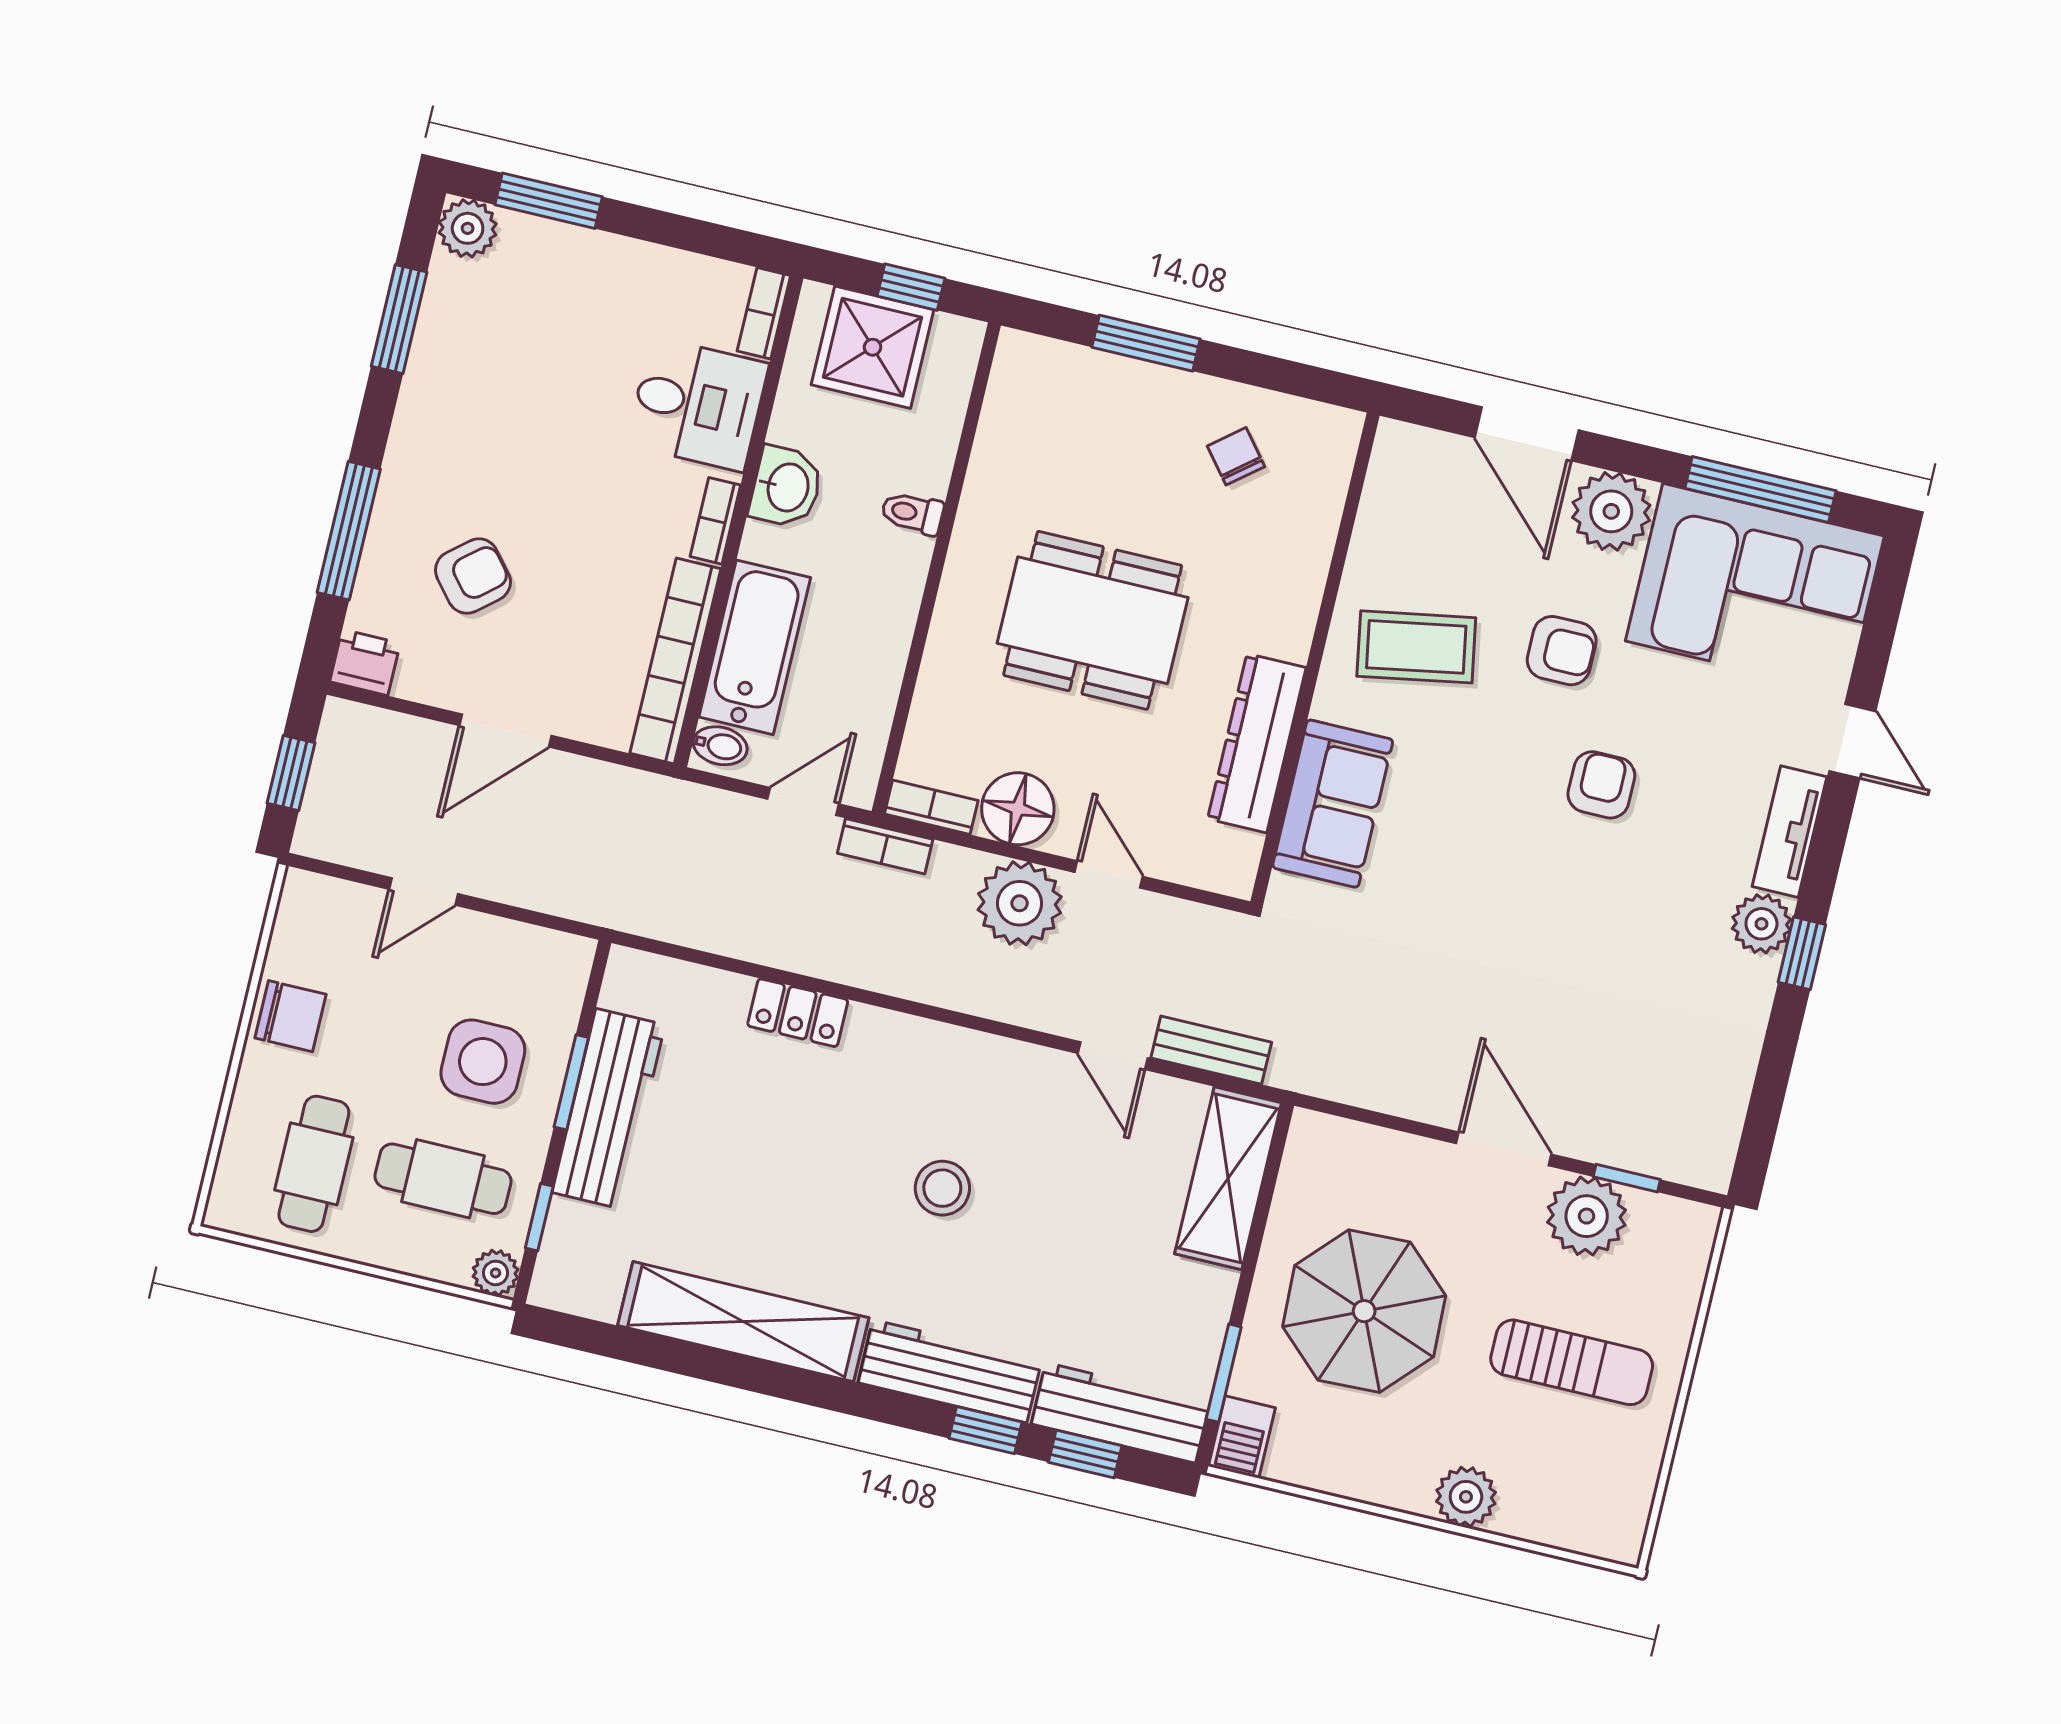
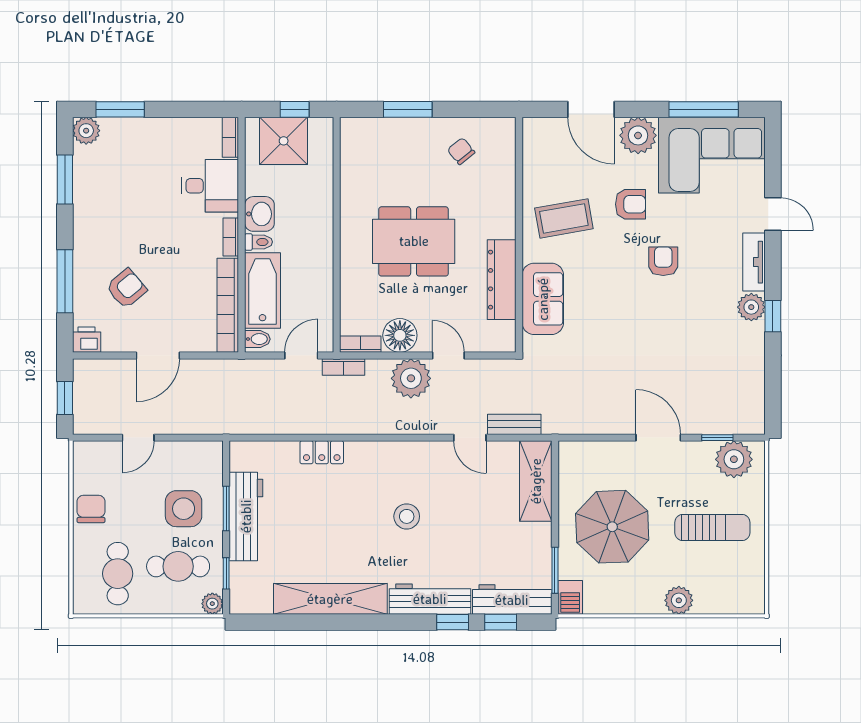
toilet: (912, 513) -> (258, 242), moved, turned 180
chair: (291, 1016) -> (91, 509), turned -90
plant: (1587, 1216) -> (734, 459), moved

